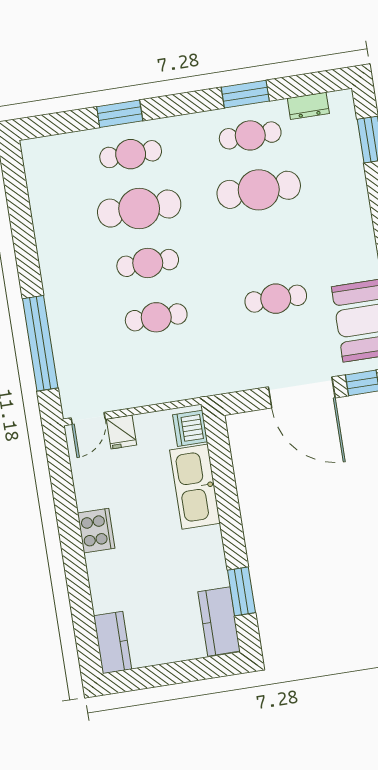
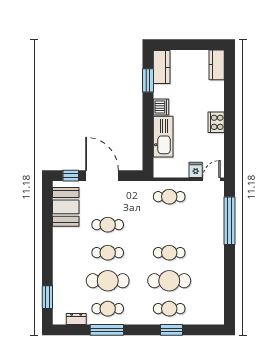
window: (245, 94) -> (107, 330), width x1.44
cafe table: (267, 244) -> (108, 253), added
cafe table: (156, 317) -> (169, 197), moved
dishwasher: (190, 428) -> (161, 107), moved

